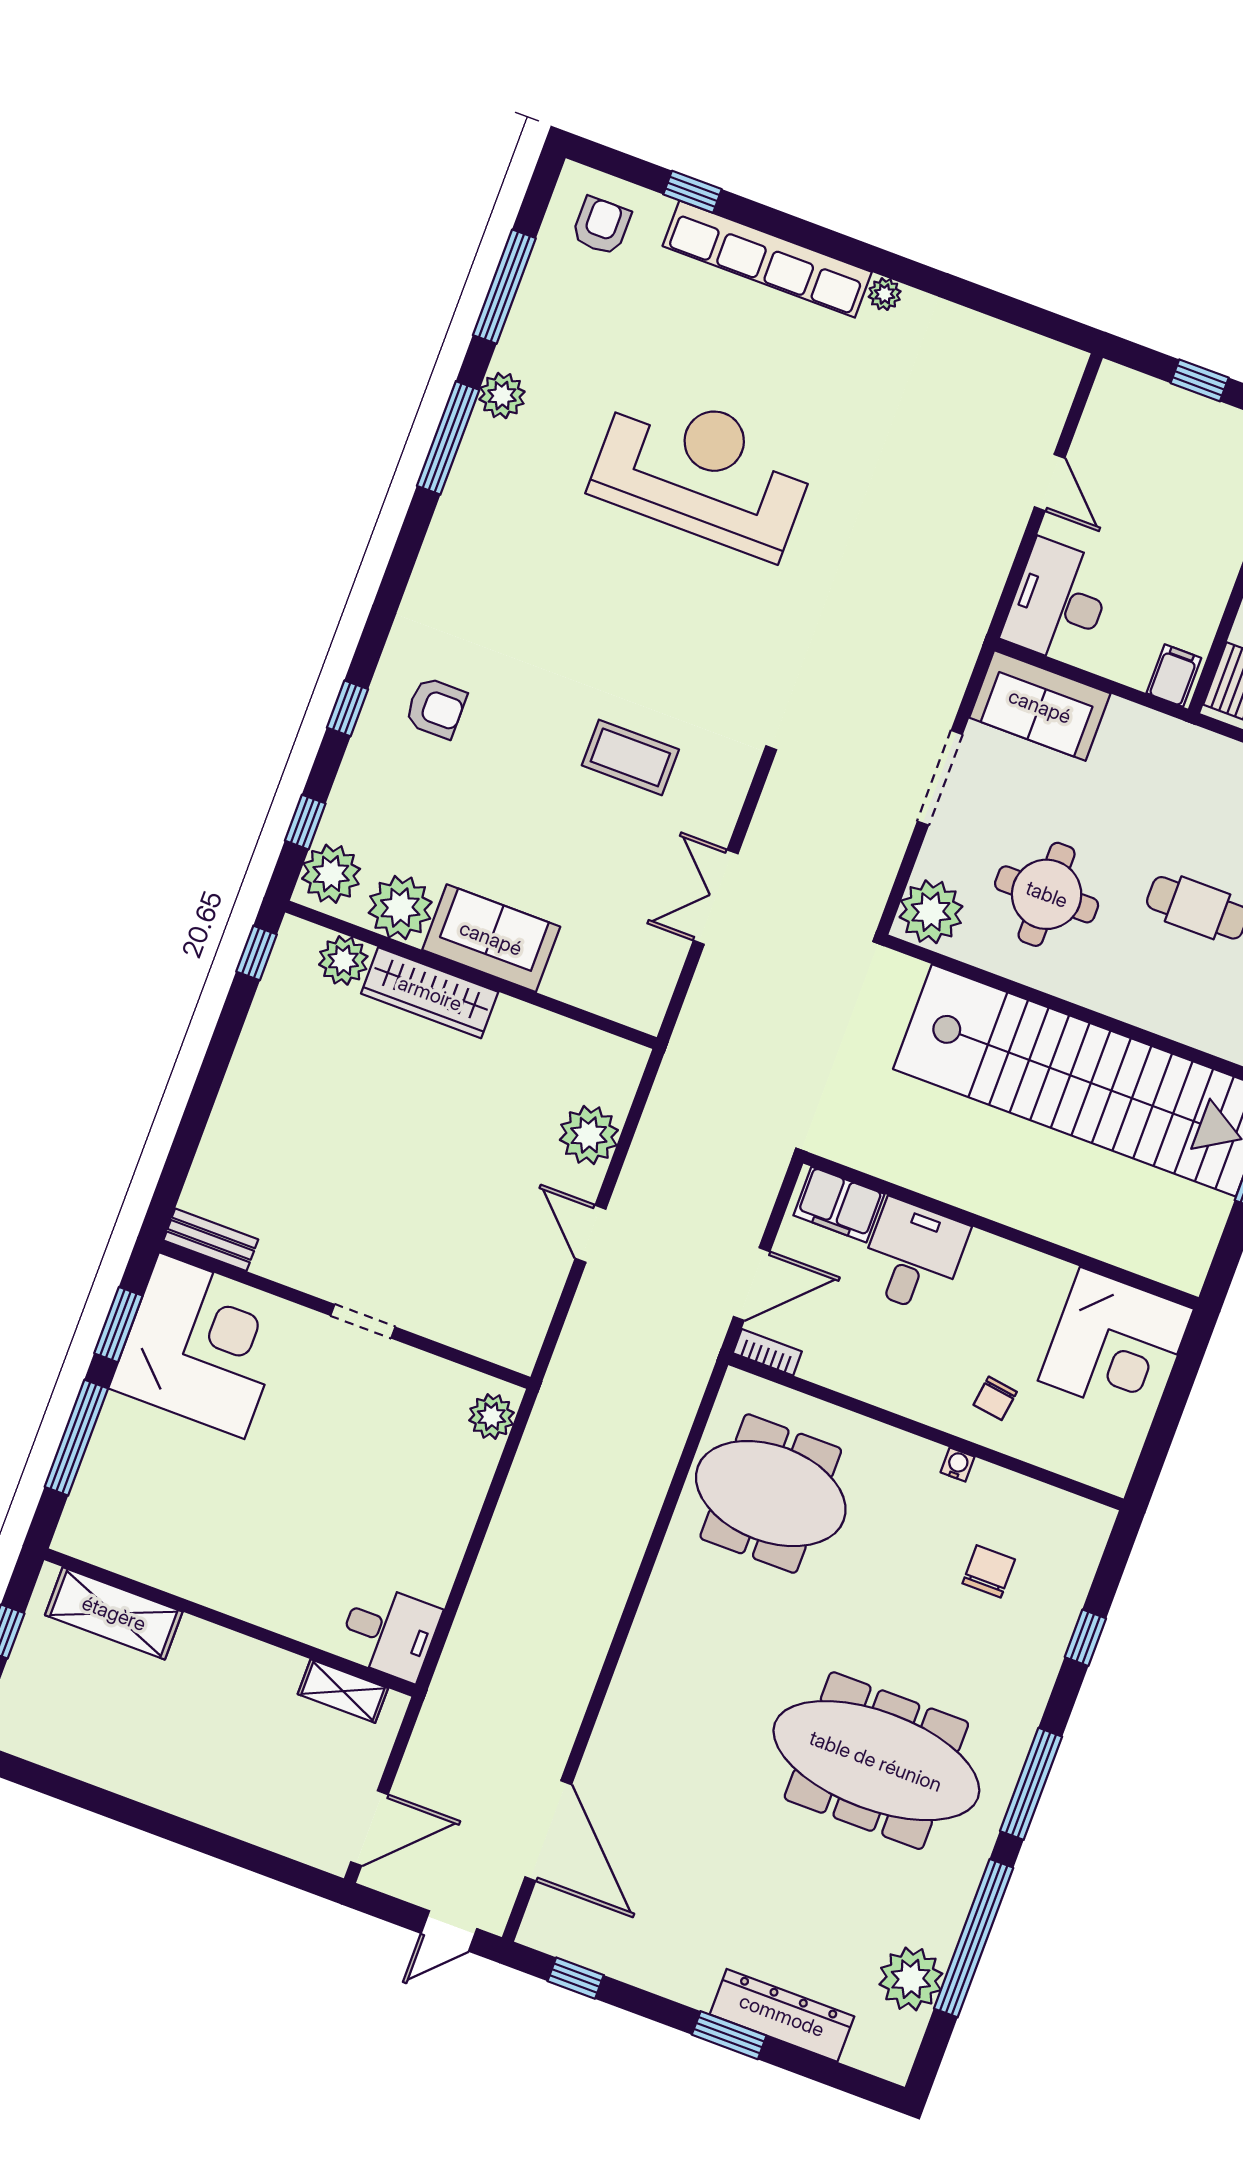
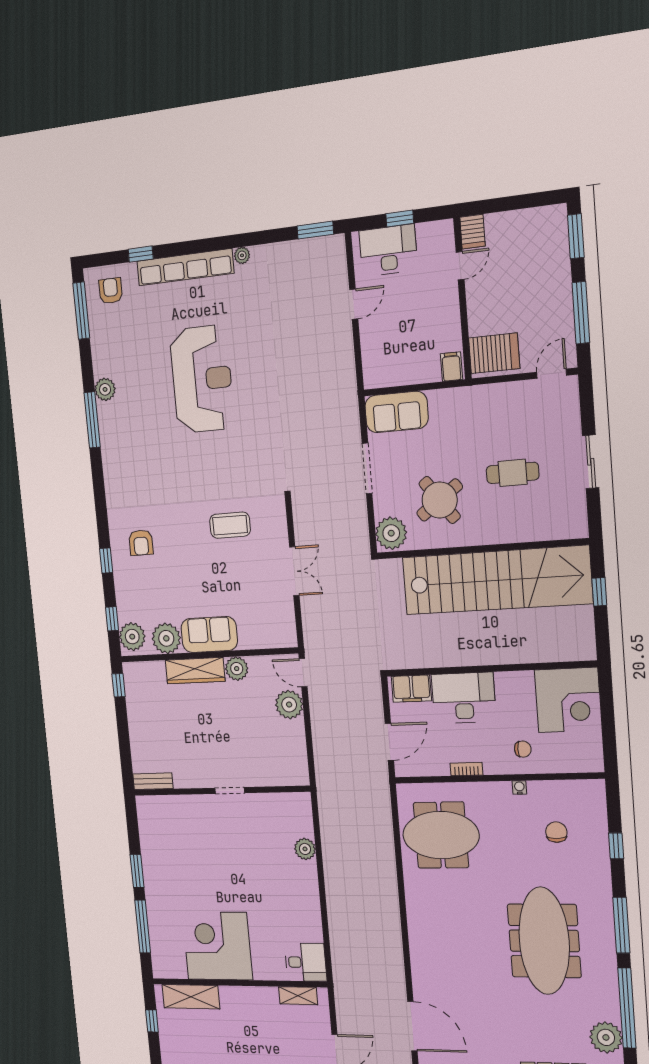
window: (504, 287) -> (81, 311), moved
window: (1040, 321) -> (315, 230), added
reception desk: (703, 471) -> (202, 379), turned 90
door: (1050, 483) -> (354, 304), hinge flipped
desk: (1058, 602) -> (388, 250), moved, turned 90
armchair: (436, 708) -> (141, 543), turned 90
round table: (1047, 894) -> (440, 500), turned -36
double door: (716, 897) -> (294, 571), swing flipped
plant: (343, 960) -> (237, 669), moved
door: (590, 1234) -> (303, 673), moved
bench: (211, 1240) -> (153, 781), moved
desk: (913, 1256) -> (464, 698), width x1.37
wall: (345, 1314) -> (221, 791), moved
doorway: (363, 1321) -> (230, 790), moved
corner desk: (202, 1346) -> (217, 946), moved, turned -90
bookcase: (767, 1352) -> (466, 769), moved
chair: (995, 1398) -> (523, 749), turned -98
meeting table: (876, 1761) -> (544, 941), turned 90

